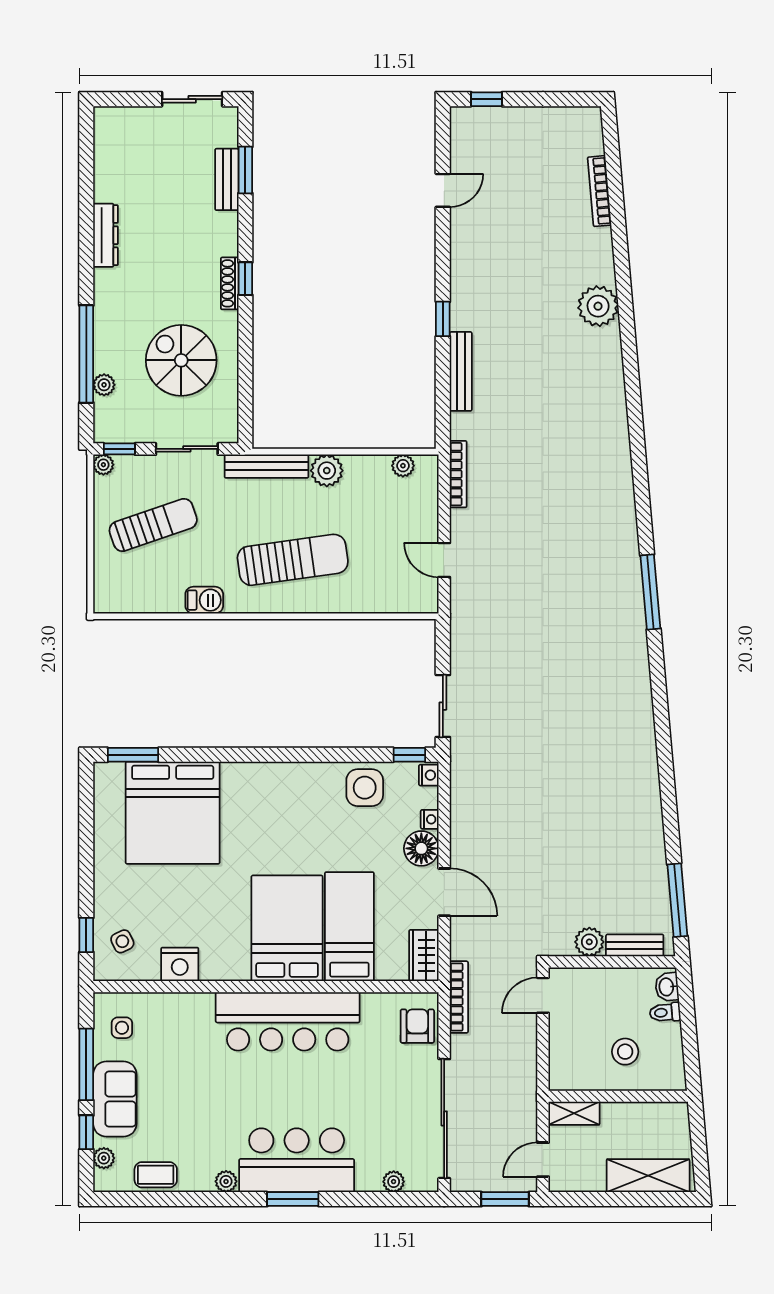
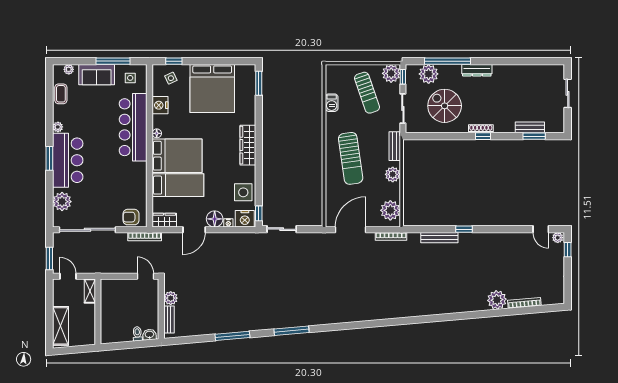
sliding door: (192, 99) -> (568, 93), moved
plant: (461, 120) -> (558, 238), added
door: (443, 190) -> (541, 229), moved
dresser: (106, 235) -> (477, 70), moved
plant: (598, 306) -> (497, 300), moved
spiral stairs: (181, 360) -> (445, 106), turned -90
plant: (104, 385) -> (429, 74), width x1.88, depth x1.88
plant: (103, 465) -> (391, 73), width x1.87, depth x1.87
bench: (266, 466) -> (395, 146), width x0.73
plant: (403, 466) -> (390, 210), width x1.87, depth x1.87
door: (444, 560) -> (351, 230), width x1.87
window: (650, 592) -> (291, 331), moved
barbecue: (204, 600) -> (332, 103), moved
nightstand: (429, 775) -> (245, 219), width x1.89, depth x1.79
wardrobe: (264, 778) -> (248, 145), added
bed: (173, 813) -> (212, 88), moved, turned -90
window: (677, 900) -> (232, 336), moved
floor lamp: (240, 971) -> (157, 133), added
bar counter: (288, 1021) -> (133, 127), moved
armchair: (417, 1026) -> (131, 217), turned 180
stool: (625, 1052) -> (119, 315), removed
window: (86, 1132) -> (81, 61), removed
plant: (394, 1182) -> (62, 202), width x1.88, depth x1.88

